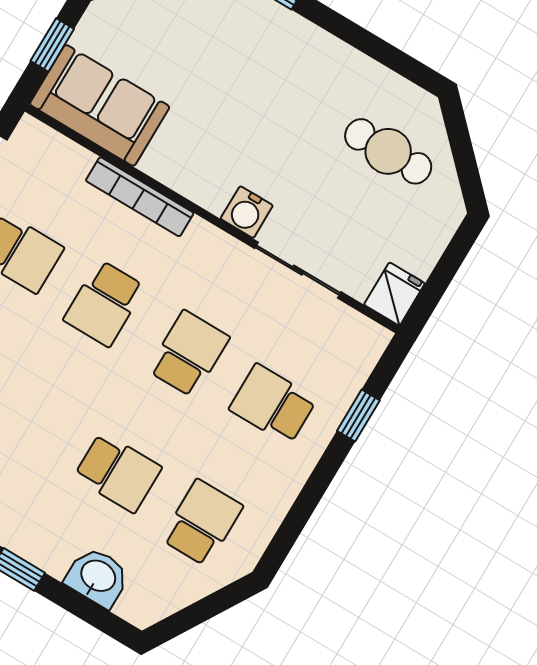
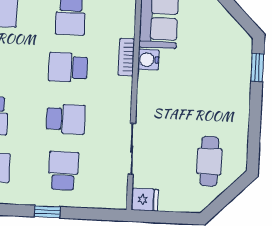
bookcase: (140, 197) -> (126, 57), width x0.64
water cooler: (247, 212) -> (148, 60), moved
window: (358, 416) -> (47, 212), moved

